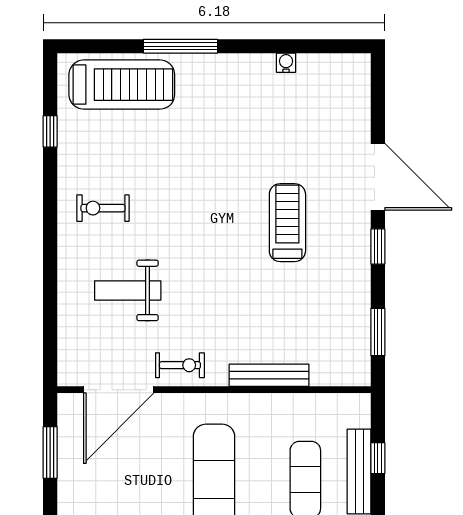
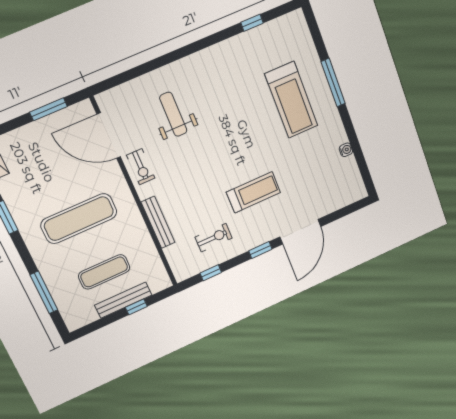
treadmill: (122, 85) -> (291, 100), moved
exercise bike: (103, 208) -> (214, 238), moved, turned 90
window: (378, 332) -> (211, 273), width x0.67

